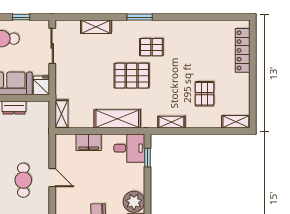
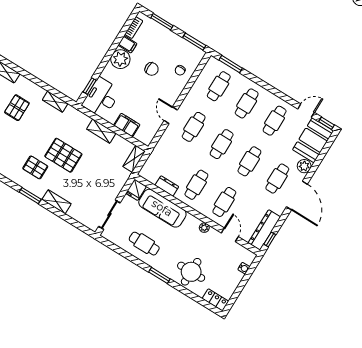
window: (21, 17) -> (119, 251), removed
shelving: (96, 27) -> (57, 202), moved
shelving: (117, 119) -> (101, 131), width x0.67, depth x0.75
desk: (129, 148) -> (101, 98), width x1.37

